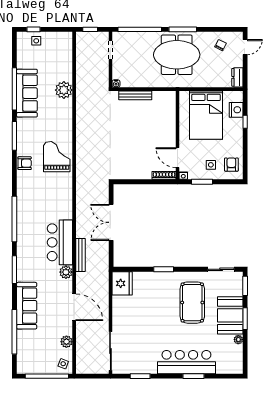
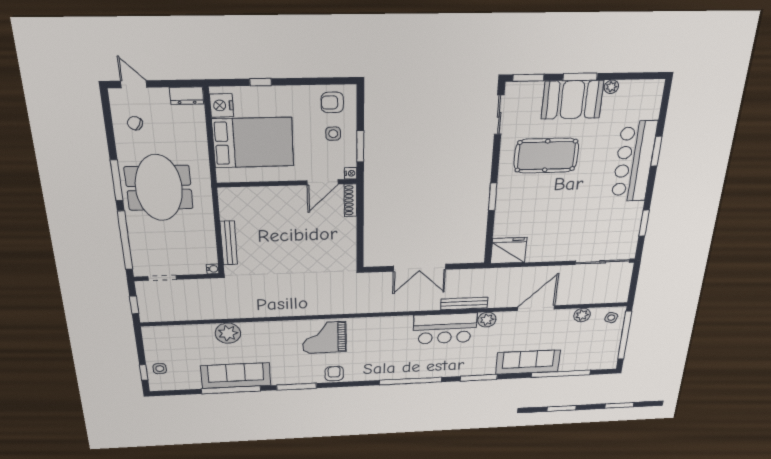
nightstand: (236, 110) -> (222, 105), moved, turned -90

